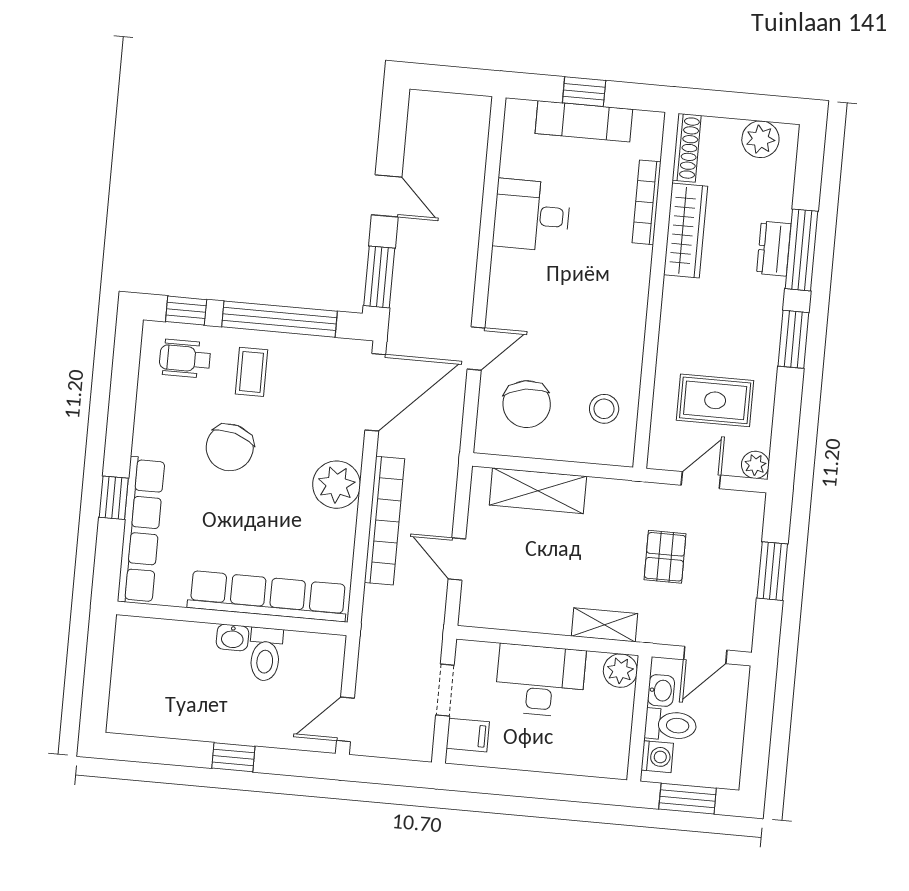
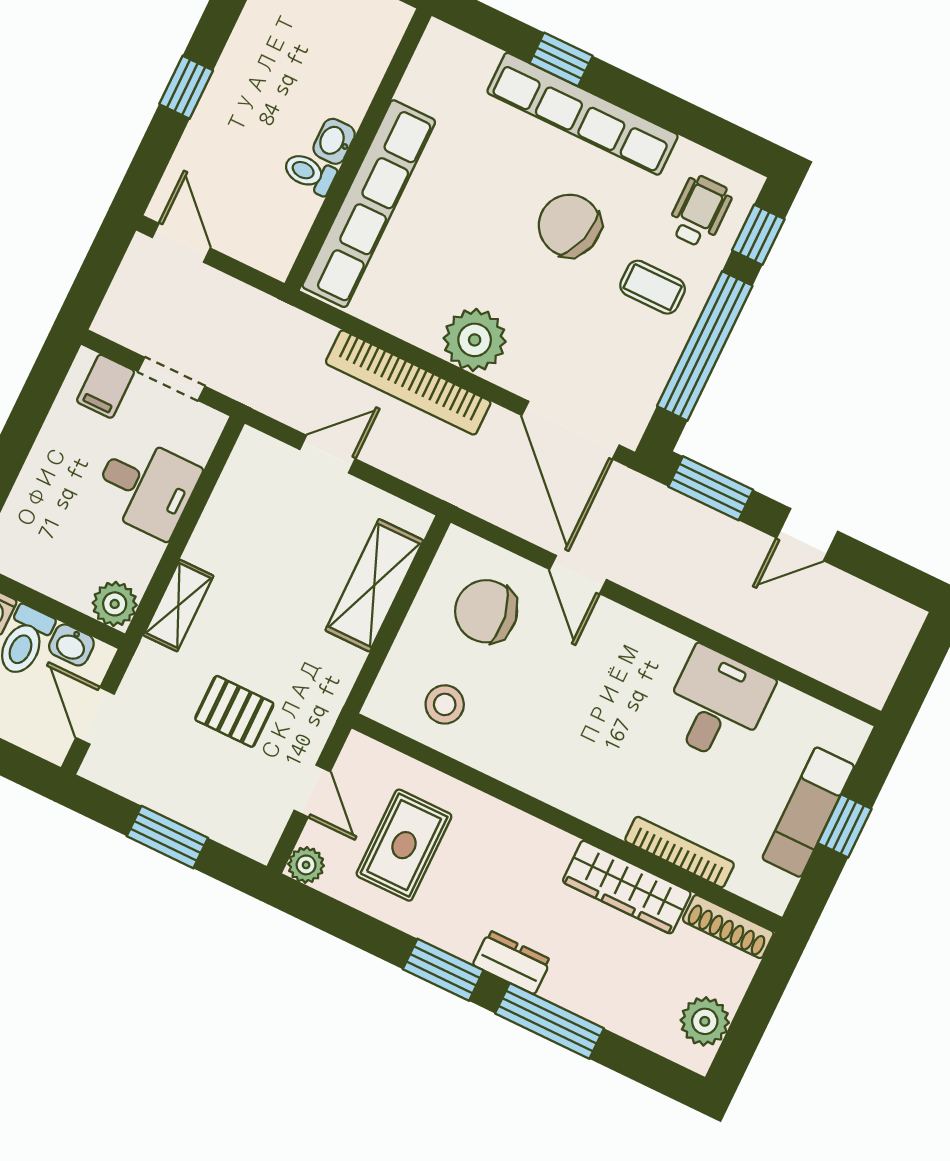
dresser: (774, 249) -> (512, 962), moved
row of seats: (141, 530) -> (583, 114), moved
toilet: (265, 654) -> (309, 173), width x0.73, depth x0.72
desk: (540, 680) -> (146, 487), width x0.73

